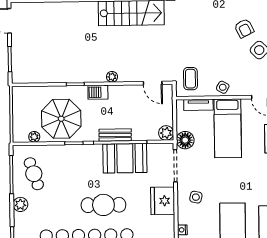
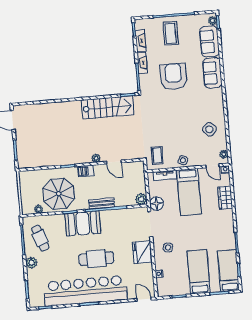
armchair: (244, 28) -> (196, 113), removed
door: (153, 83) -> (114, 162), moved
booth: (125, 158) -> (83, 223), moved

